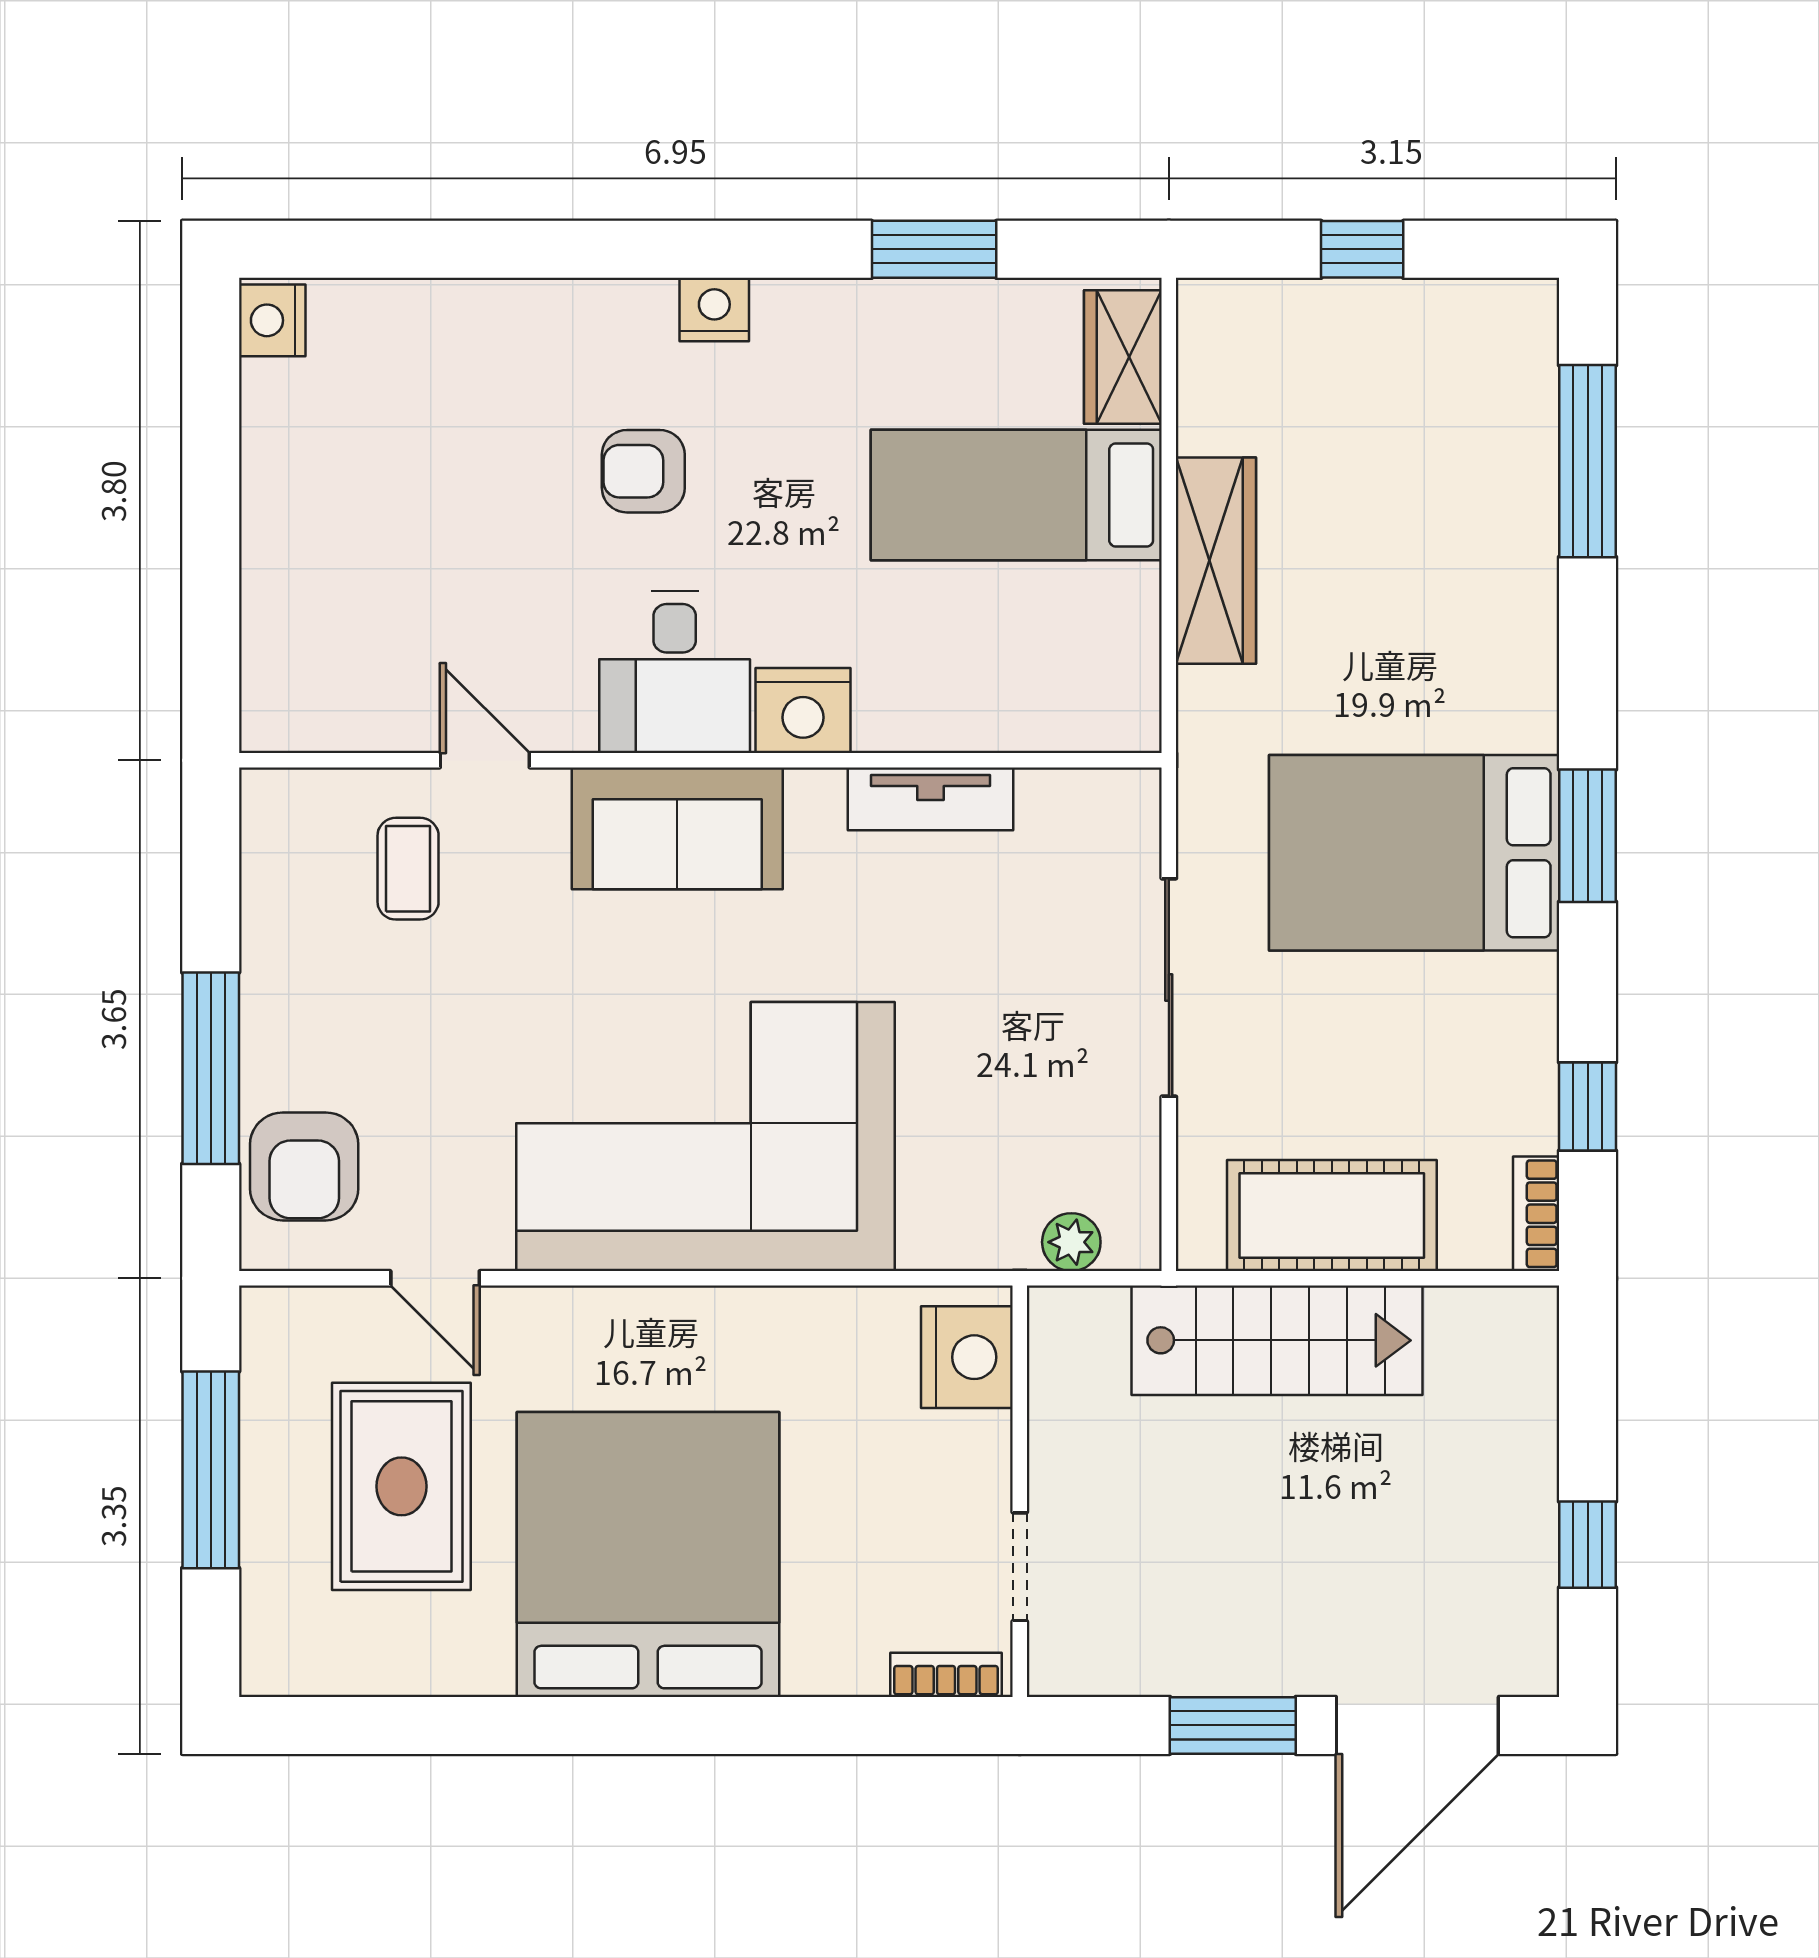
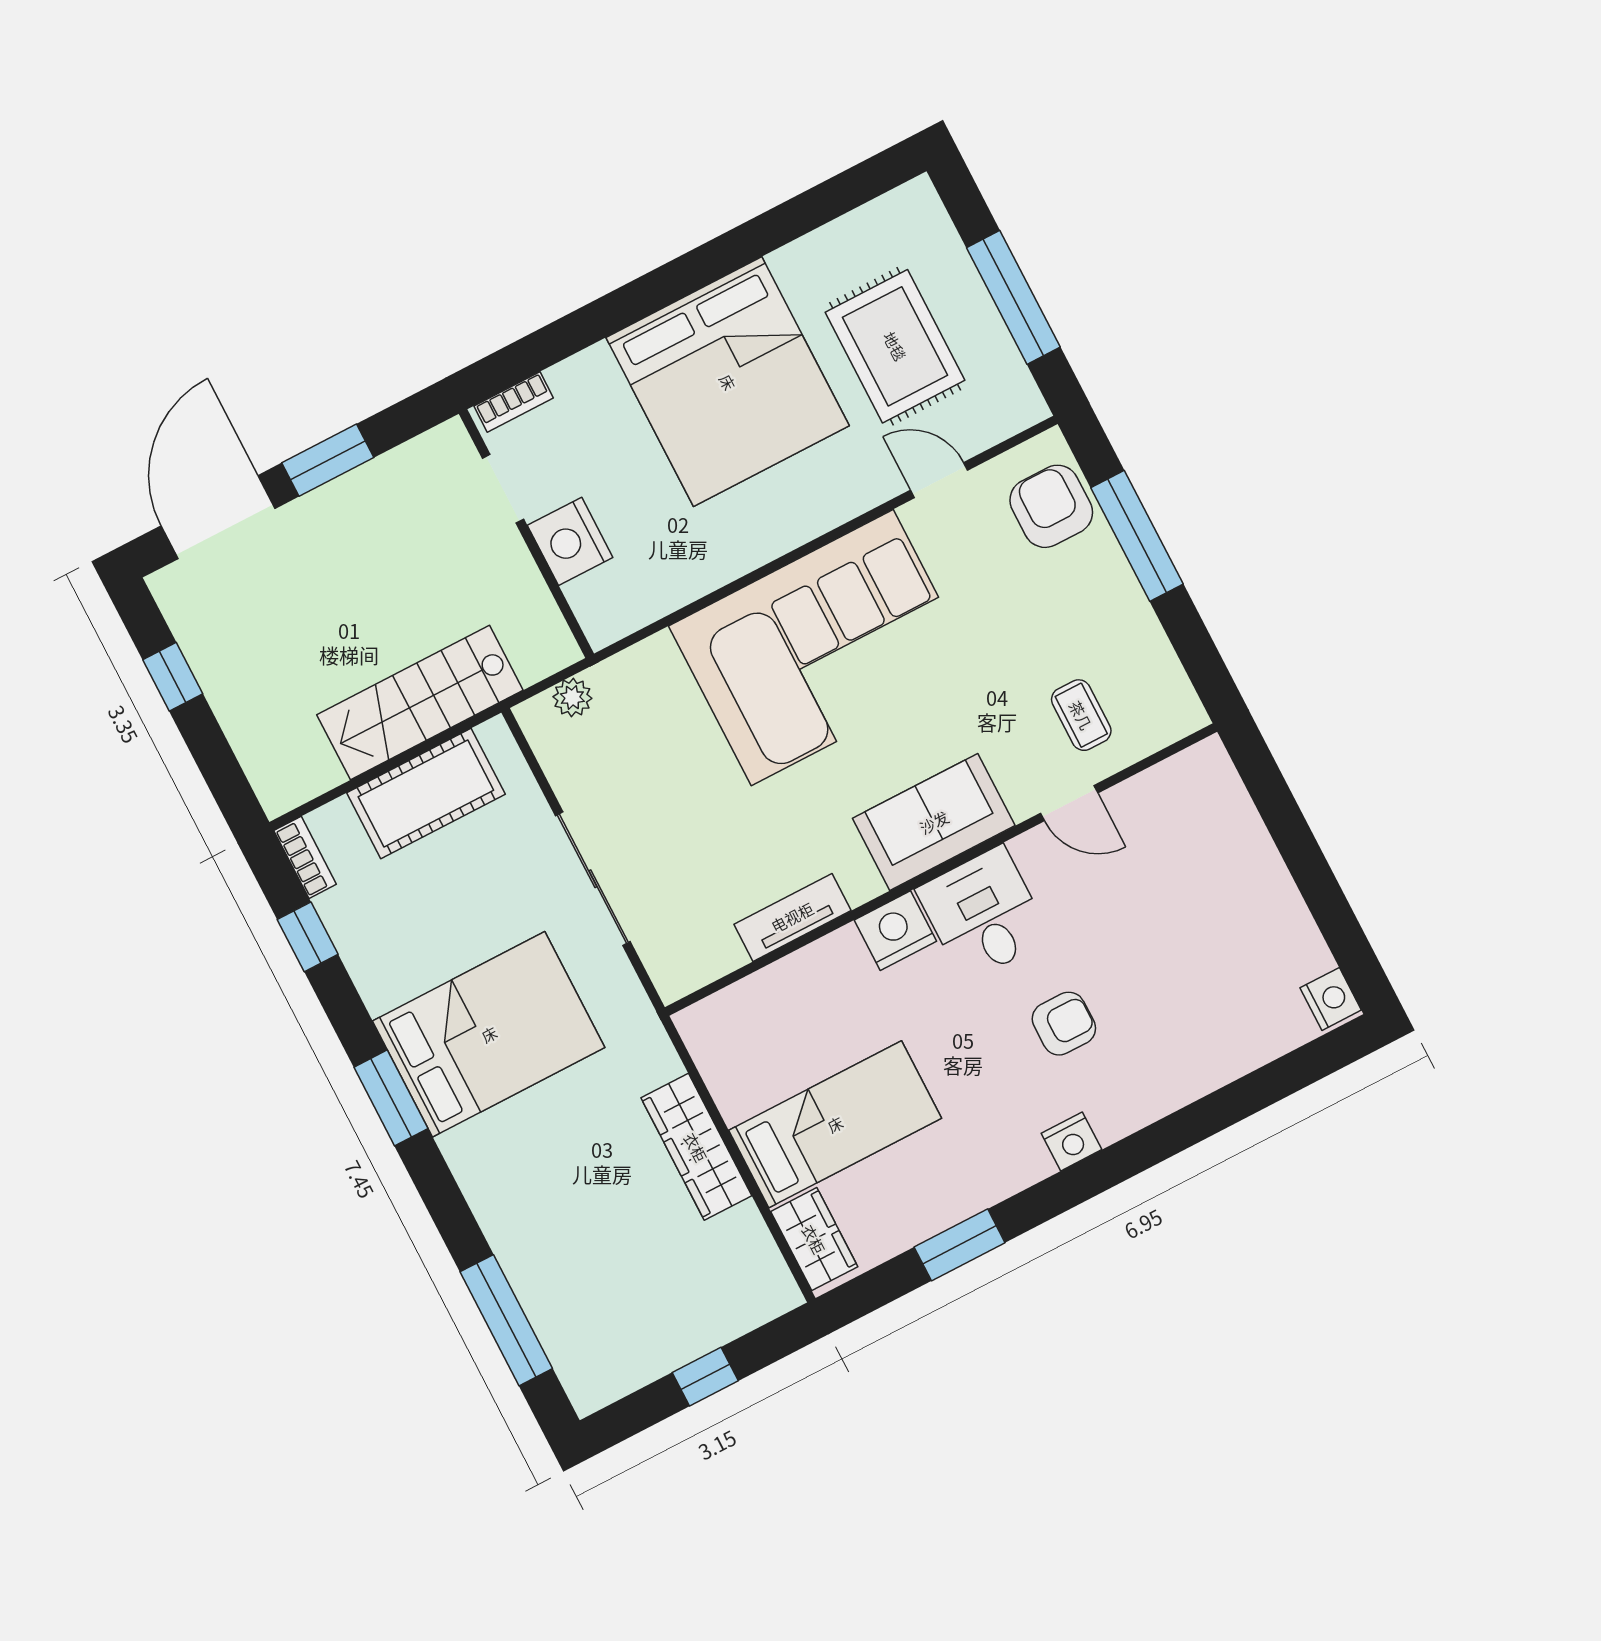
nightstand: (967, 1357) -> (570, 541), moved

